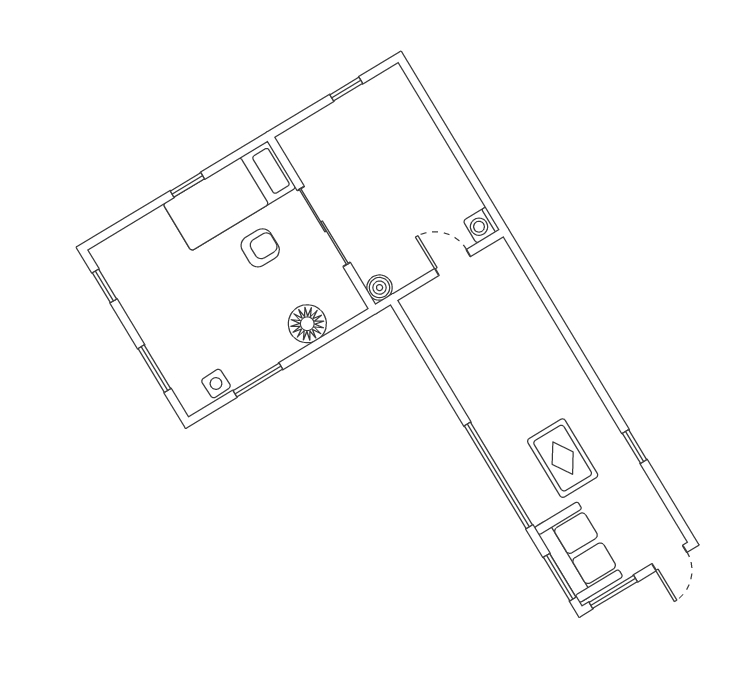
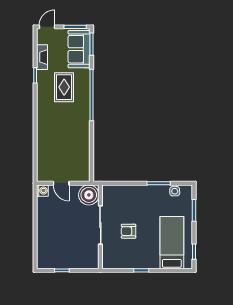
bed: (229, 196) -> (172, 243), moved, turned -90
boiler: (380, 288) -> (89, 195), width x1.86, depth x1.86
floor lamp: (307, 324) -> (128, 193), removed
fireplace: (643, 491) -> (42, 57), added

